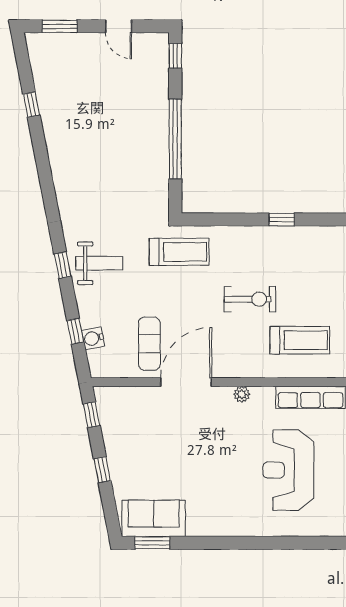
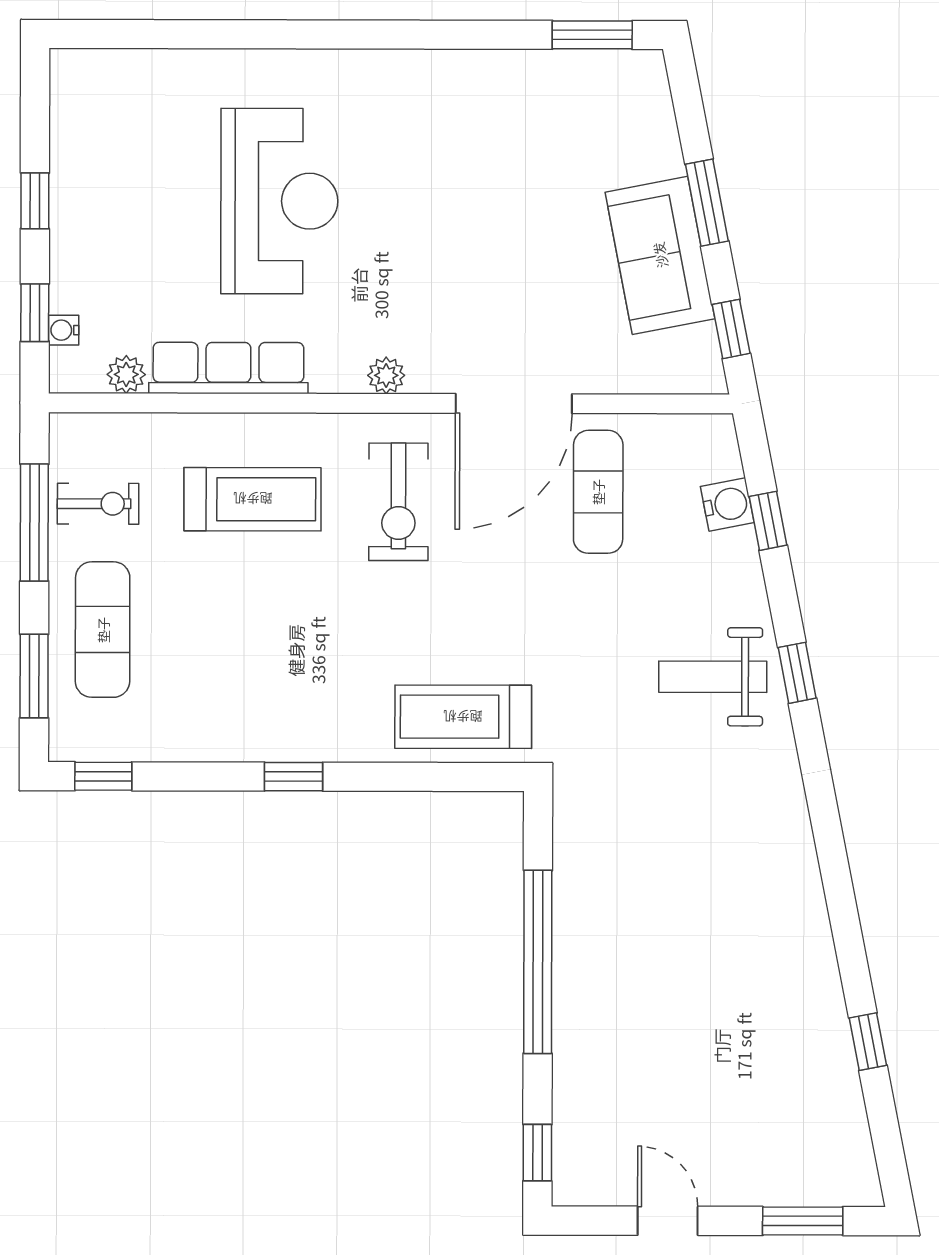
treadmill: (179, 252) -> (463, 717), moved
exercise bike: (250, 299) -> (398, 502), moved, turned -90
treadmill: (300, 340) -> (253, 499), turned 180
window: (102, 470) -> (707, 203), width x1.50
sofa: (154, 518) -> (660, 255), moved, turned 79

